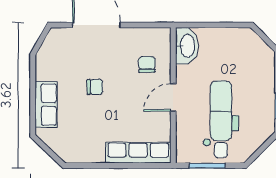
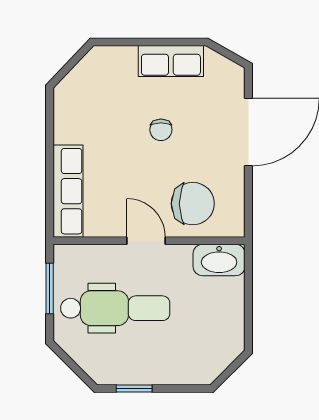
chair: (147, 64) -> (193, 204), width x1.87, depth x1.87
row of seats: (46, 105) -> (171, 61), moved

